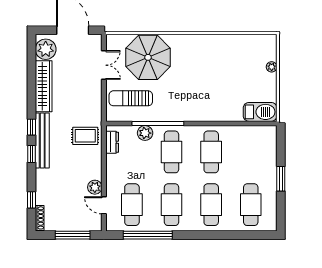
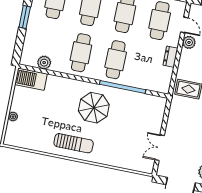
parasol: (148, 57) -> (94, 108), moved, width x0.73, depth x0.73
sun lounger: (131, 98) -> (74, 143), moved
plant: (145, 133) -> (44, 63), moved
dresser: (112, 142) -> (170, 57), moved

